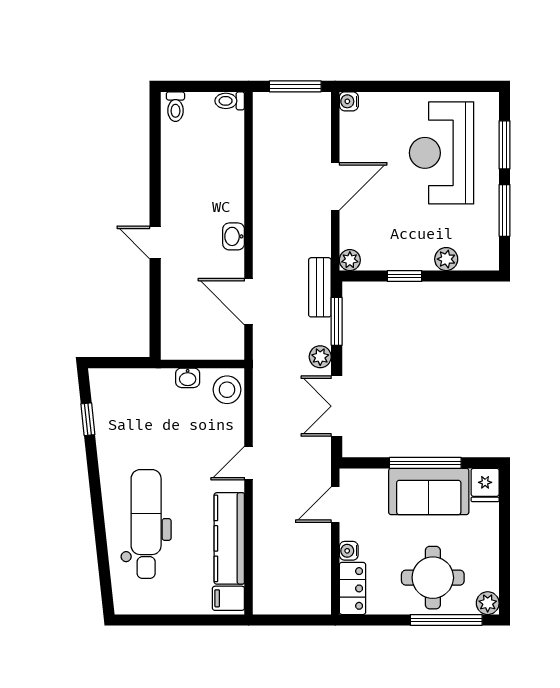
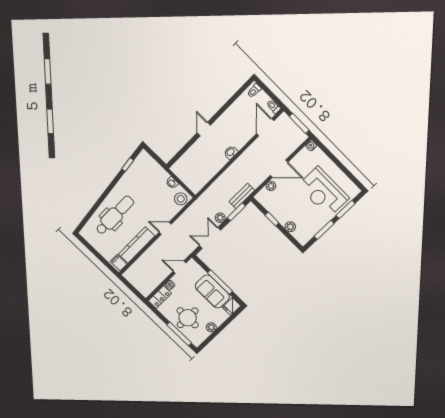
reception desk: (442, 153) -> (323, 192), turned -90
plant: (350, 260) -> (271, 186), moved
door: (249, 302) -> (265, 127), moved
plant: (488, 603) -> (211, 327), moved

